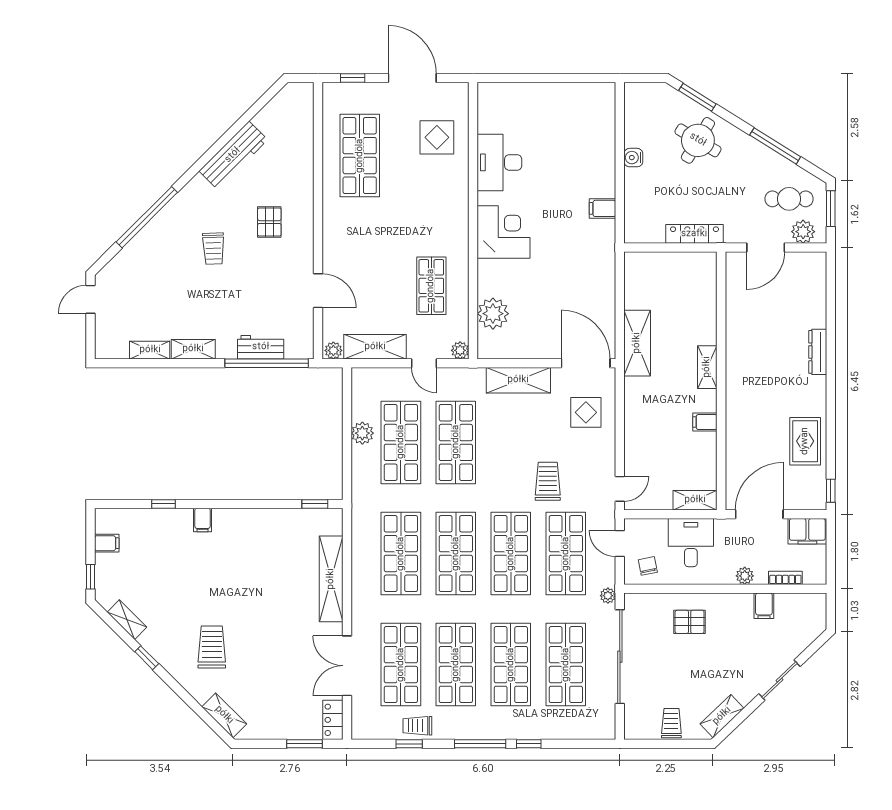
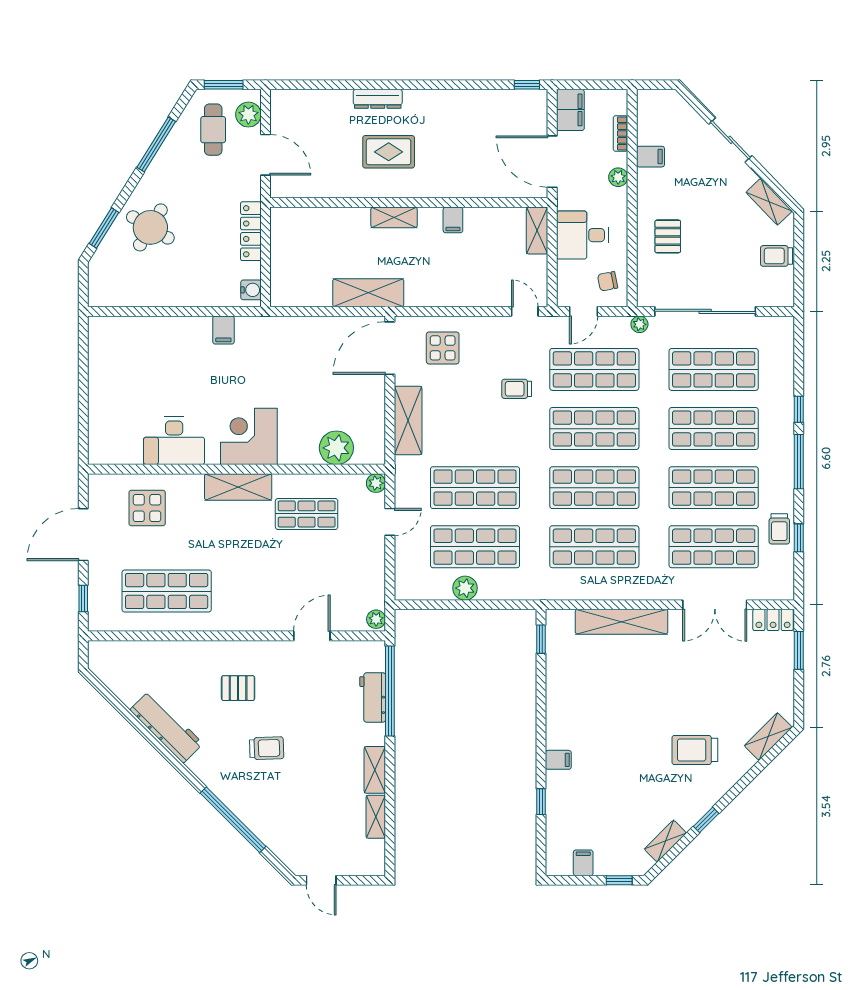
water cooler: (633, 158) -> (251, 290), moved, turned -90
shelving: (375, 347) -> (238, 487), moved, turned 90
rug: (805, 441) -> (389, 152), moved
trolley: (548, 481) -> (517, 389), width x0.73, depth x0.72

